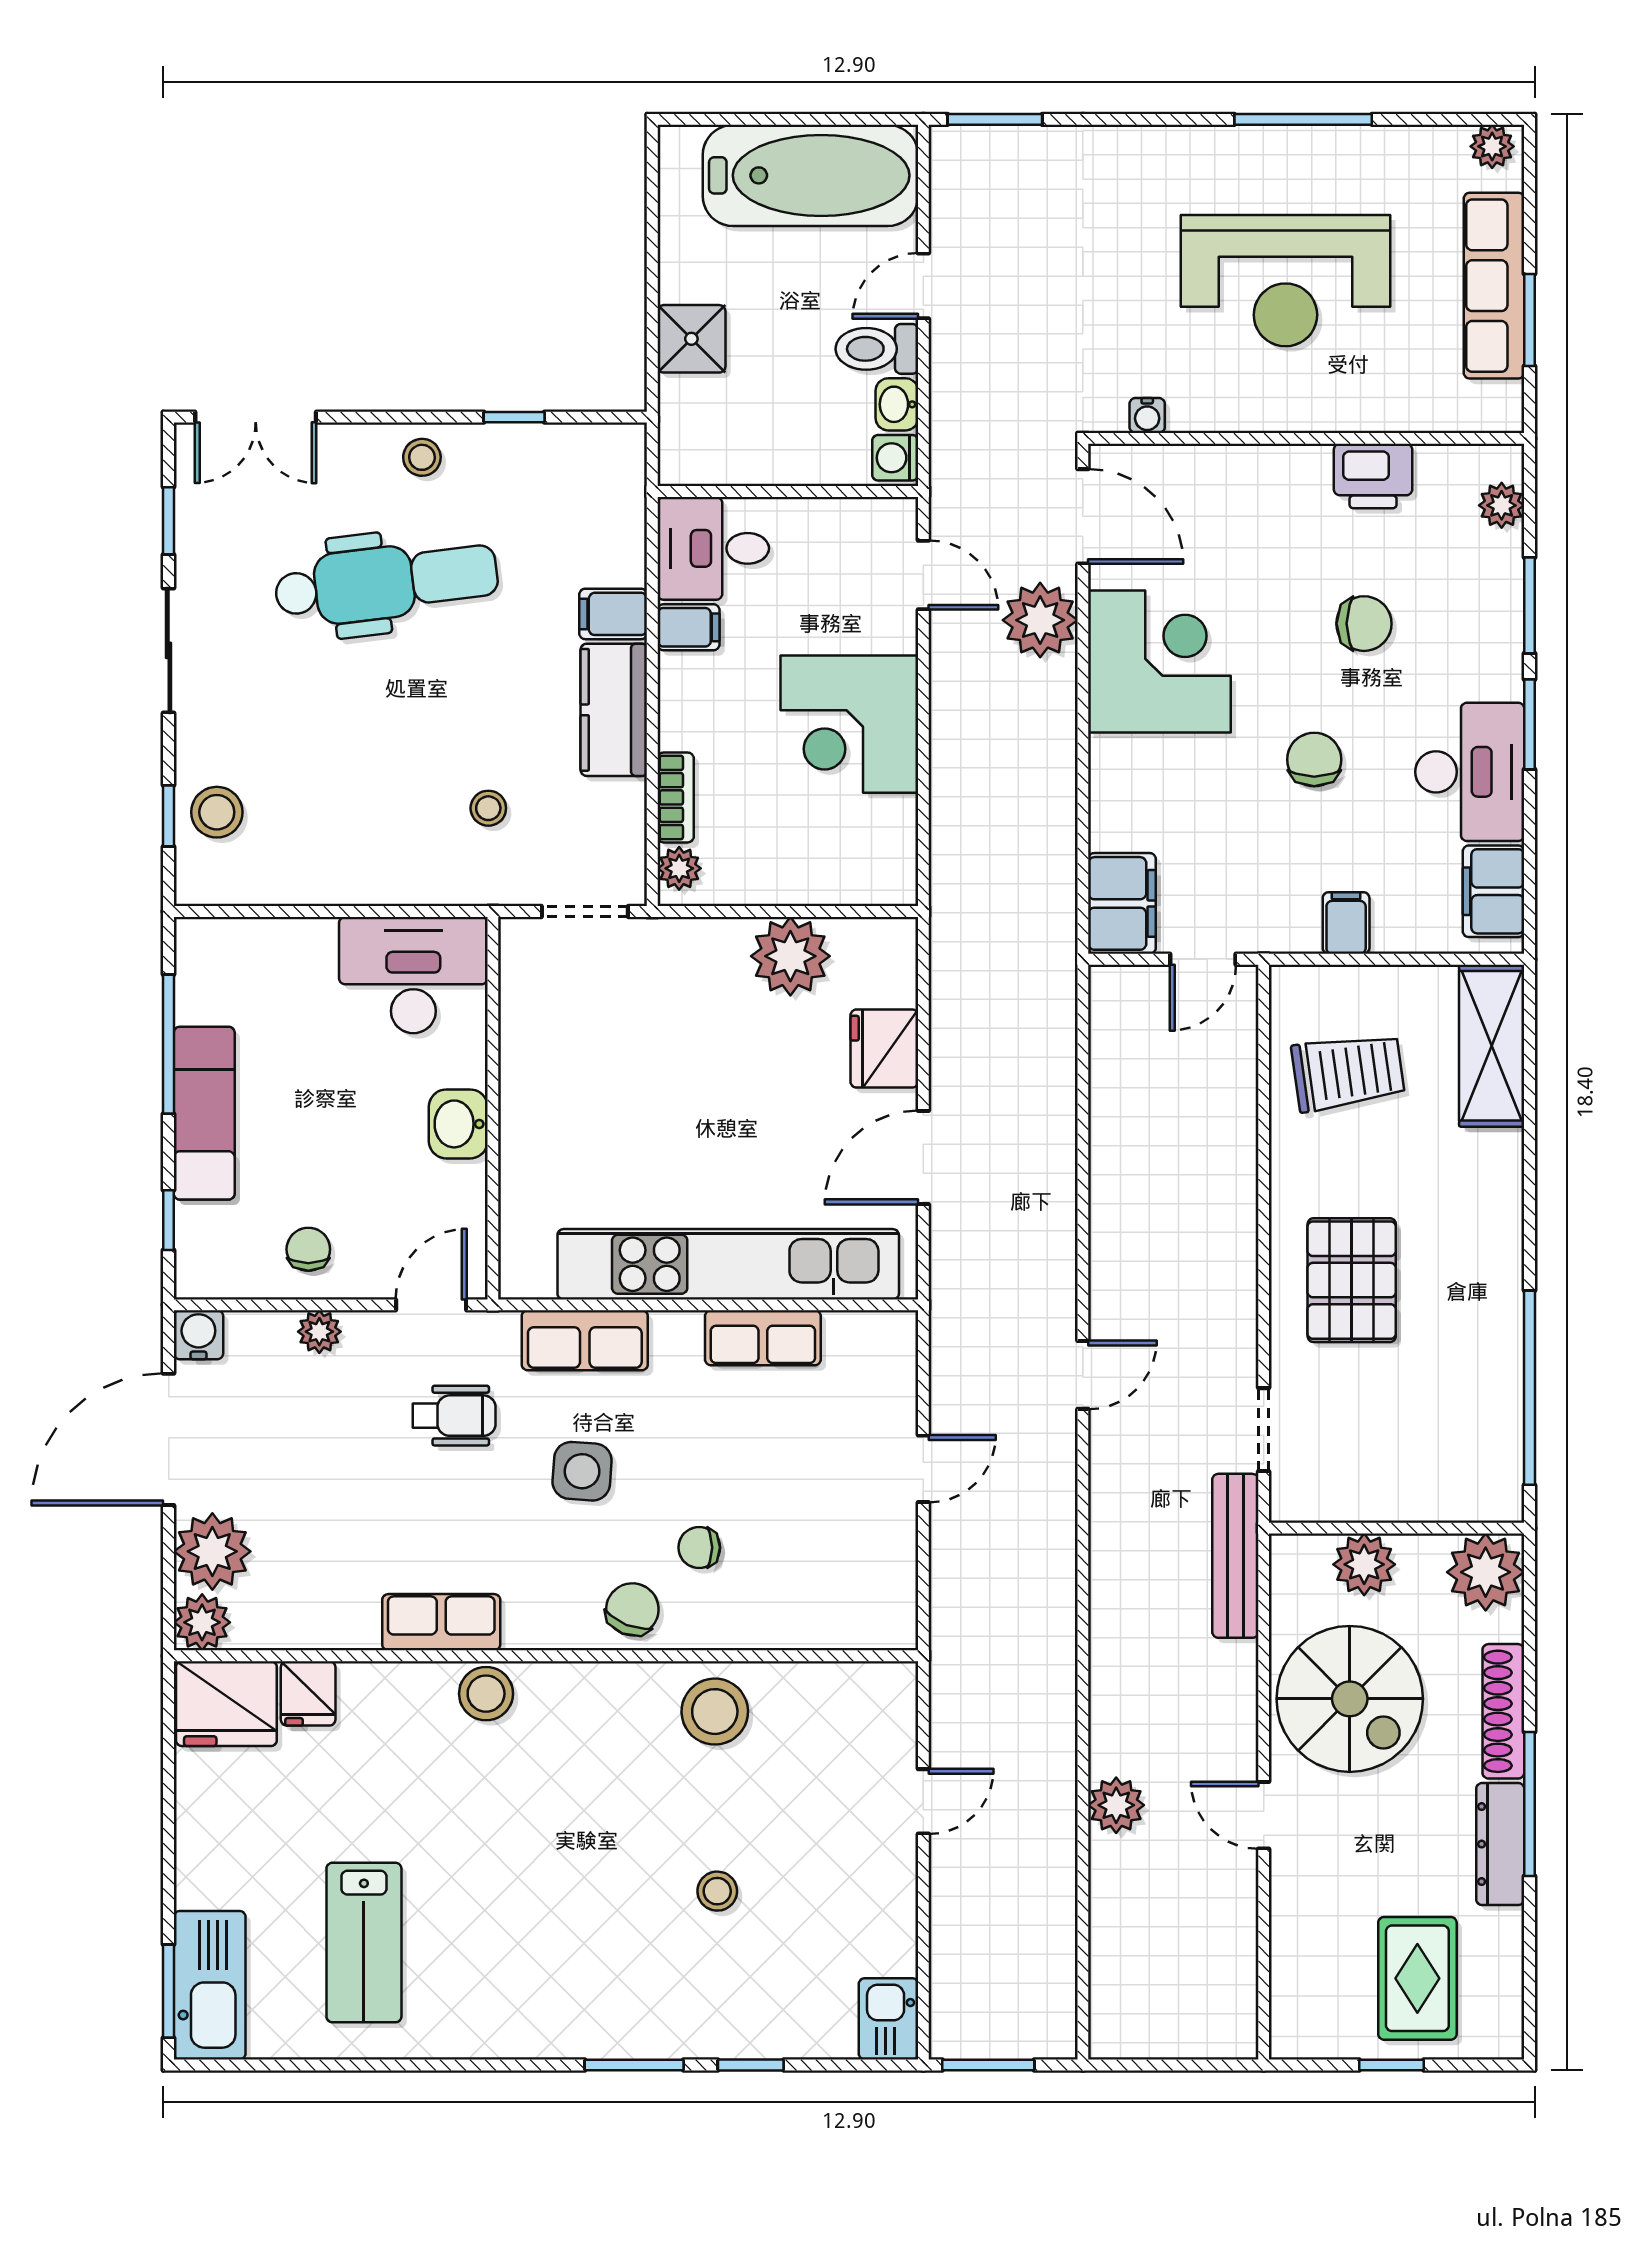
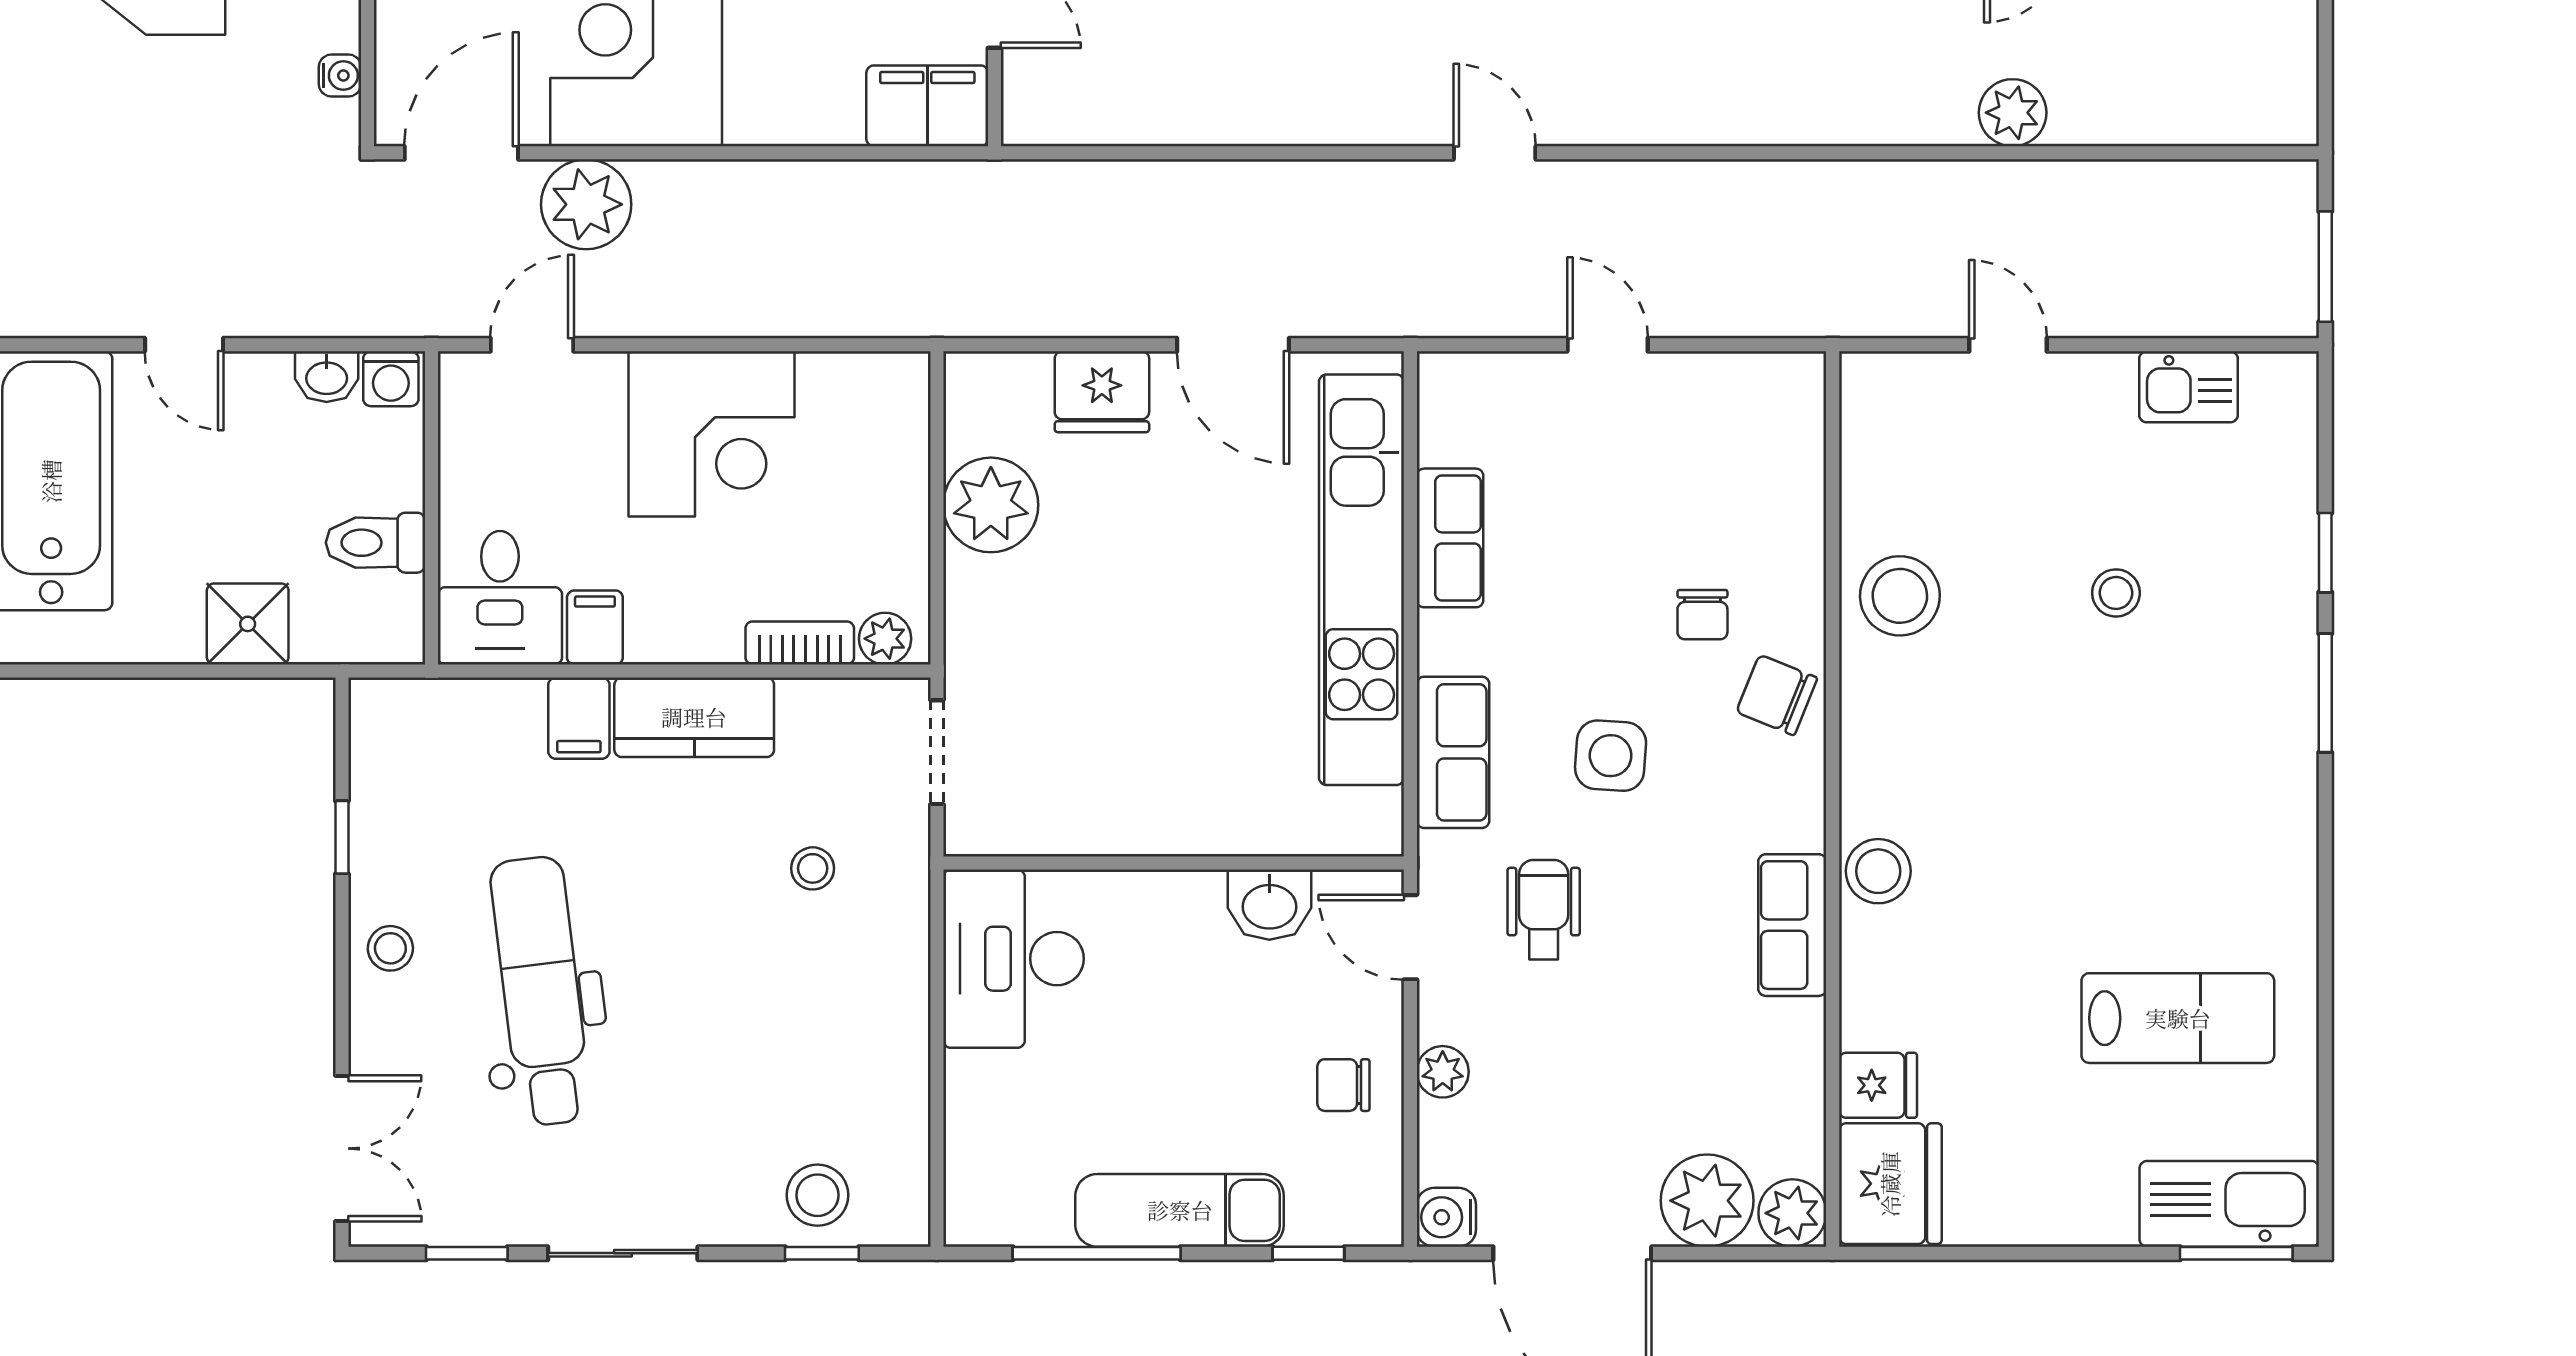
toilet: (877, 349) -> (375, 543), moved, turned 90
washbasin: (458, 1124) -> (1269, 905), moved
kitchen sink: (888, 2019) -> (2189, 387), moved

